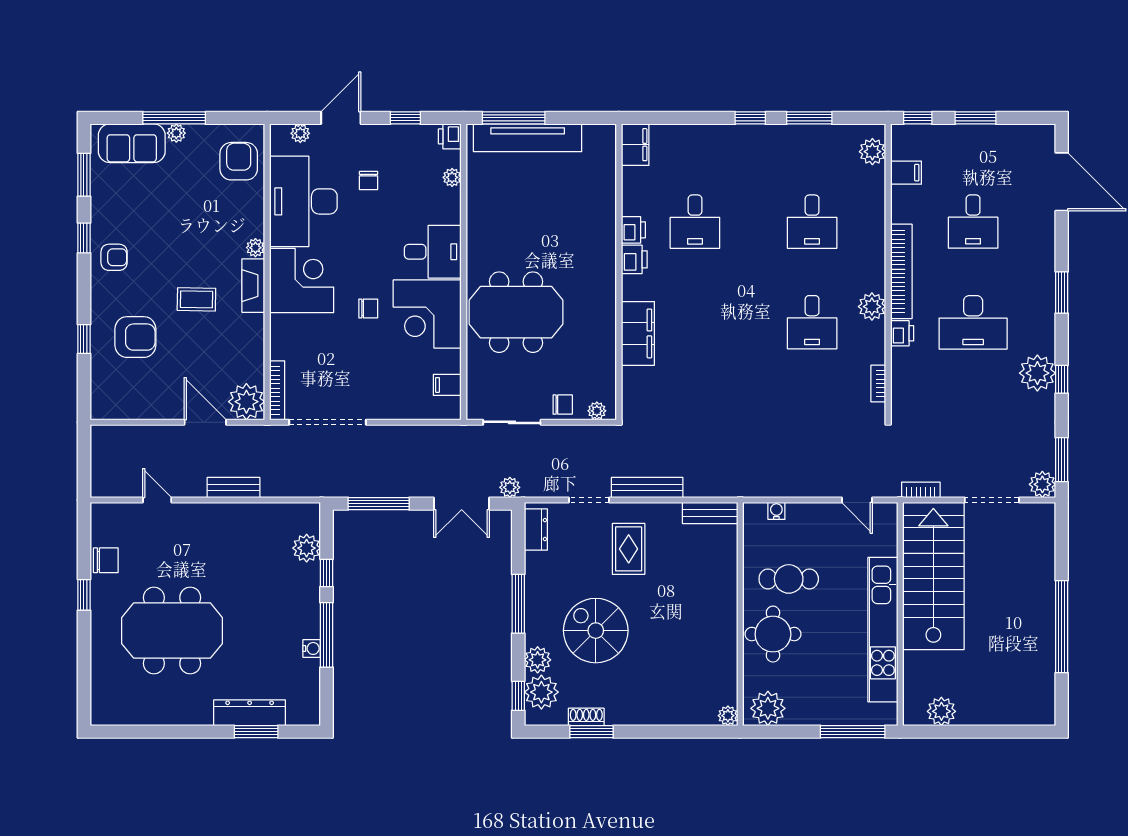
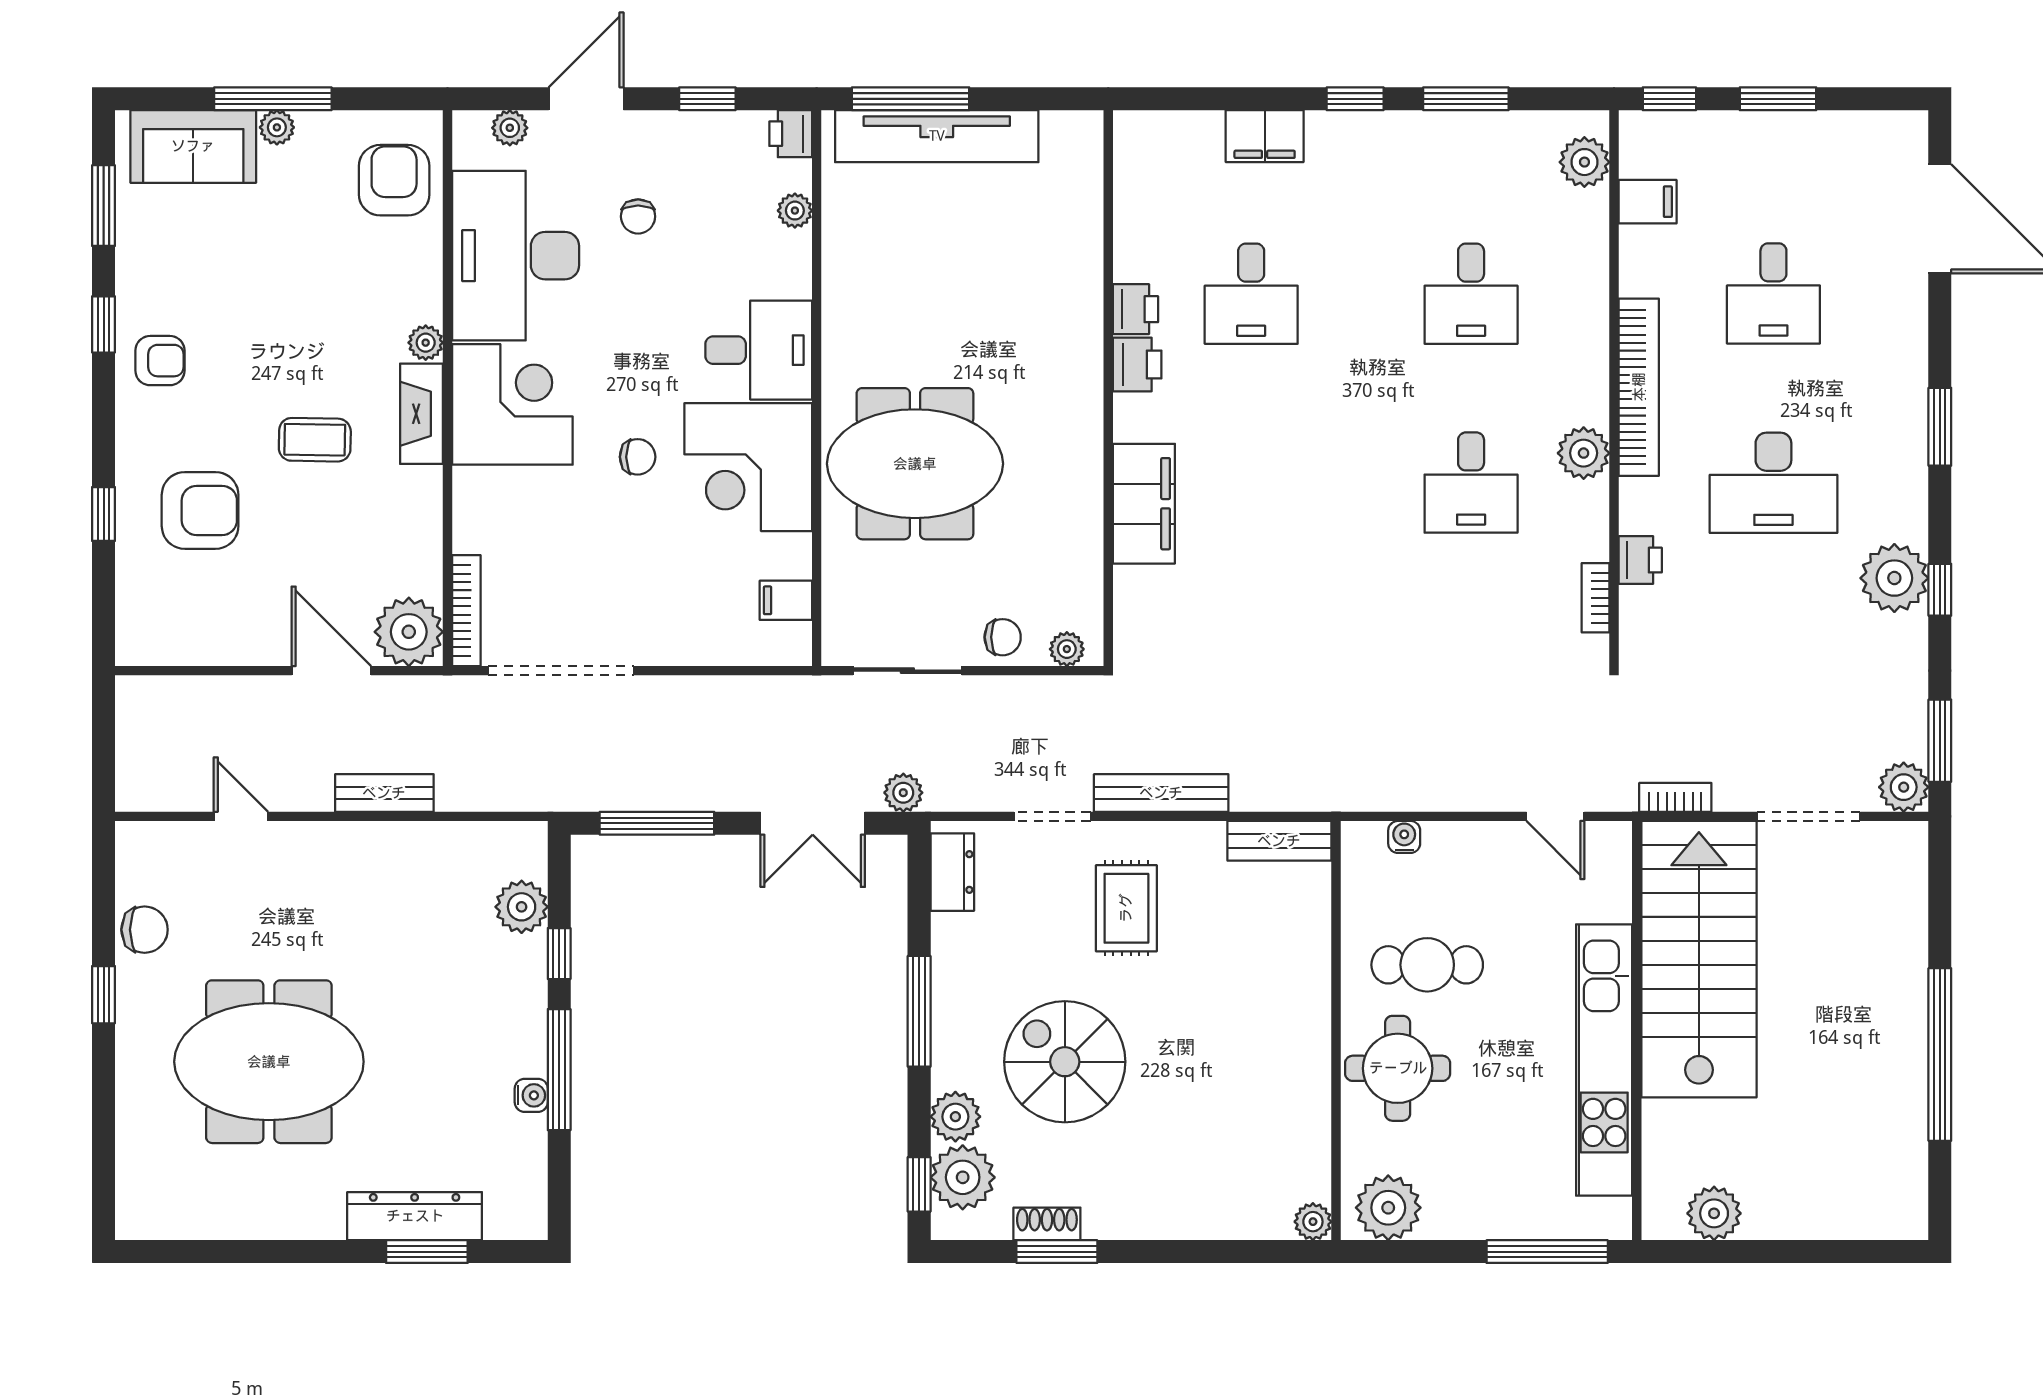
filing cabinet: (635, 145) -> (1265, 136), moved, turned 90
printer: (902, 333) -> (1640, 560), moved

